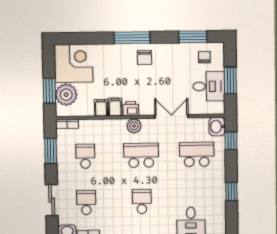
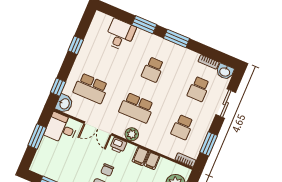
chair: (204, 57) -> (107, 170), moved
desk: (209, 86) -> (61, 128), moved
printer: (131, 109) -> (118, 145), moved

